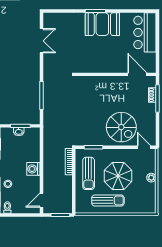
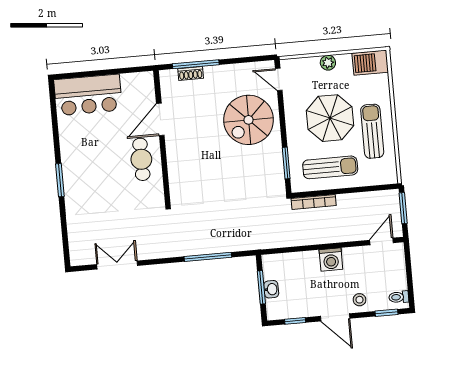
booth: (102, 24) -> (80, 167), removed
cafe table: (103, 61) -> (141, 159), added
door: (137, 74) -> (160, 119), moved
spiral stairs: (121, 127) -> (249, 120), turned 180
door: (144, 147) -> (279, 79), hinge flipped
door: (42, 200) -> (381, 241), swing flipped
barbecue: (149, 203) -> (370, 63), added

